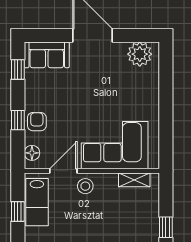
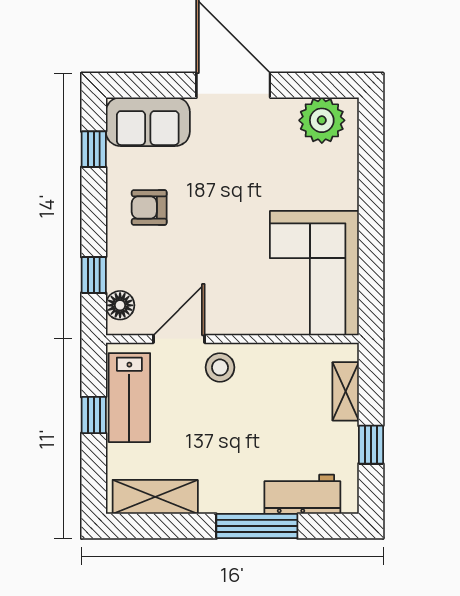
window: (18, 120) -> (94, 275), moved
armchair: (37, 122) -> (149, 208), moved, turned -90
corner sofa: (115, 145) -> (314, 273), moved, turned -90
shelving: (134, 180) -> (346, 391), moved, turned 90

